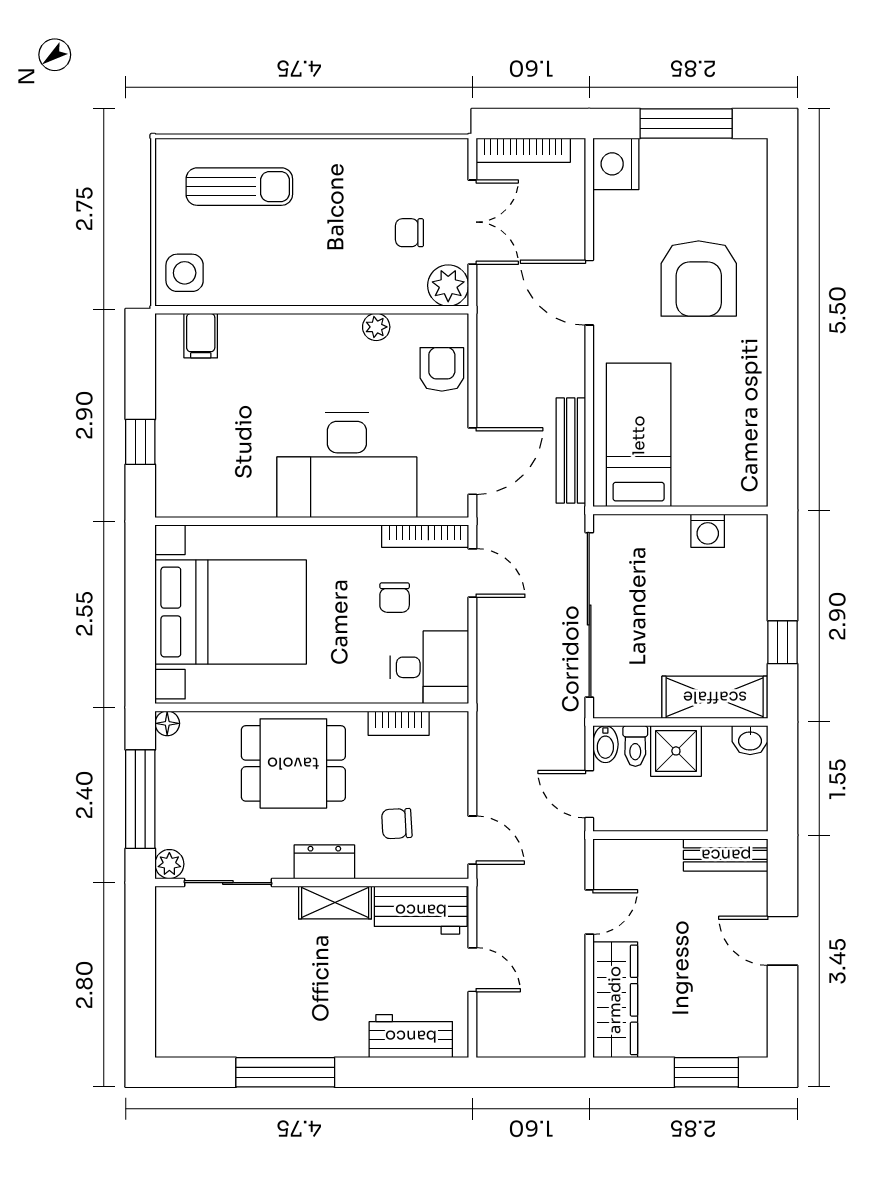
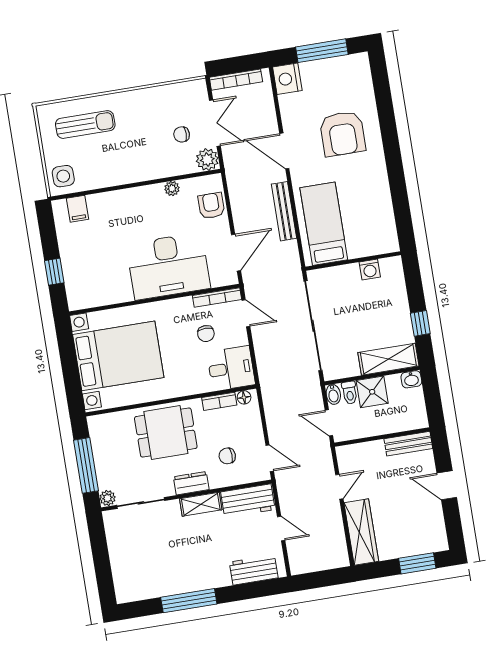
bench: (571, 450) -> (284, 211), moved
floor lamp: (167, 723) -> (244, 397), moved

